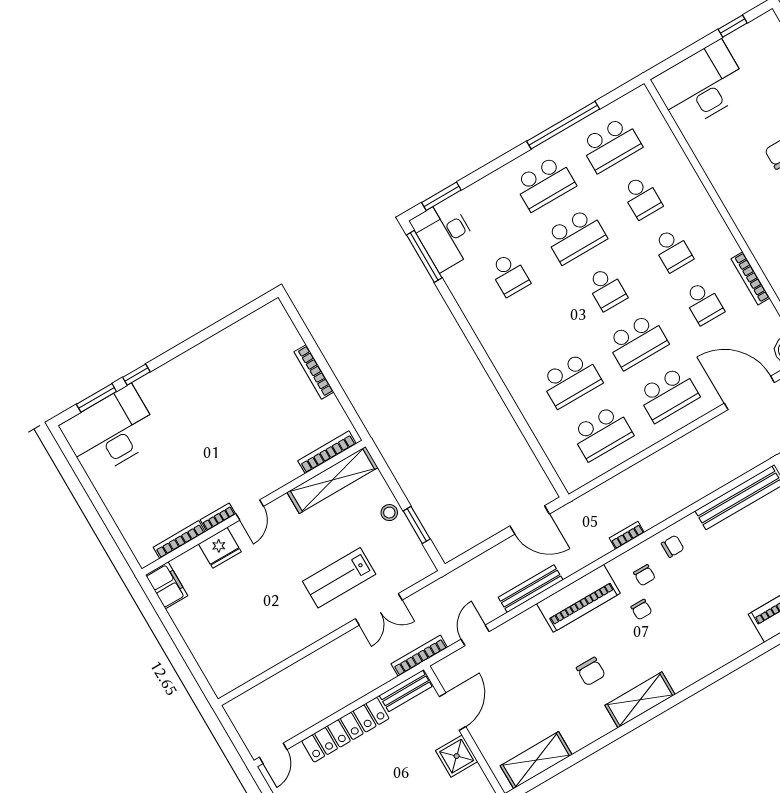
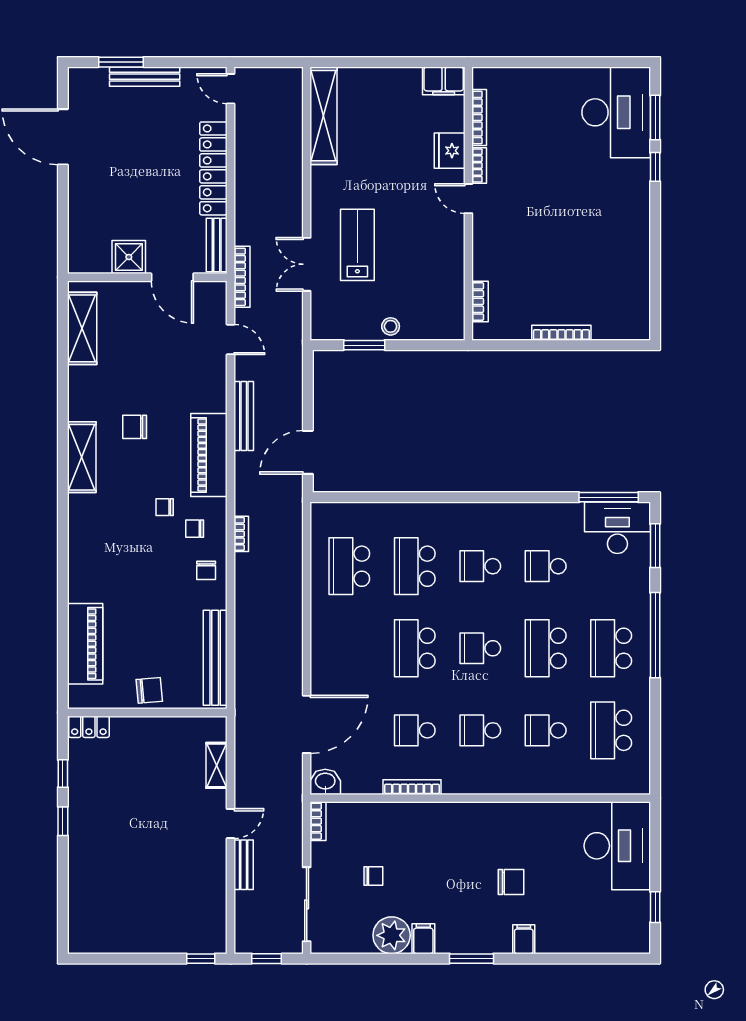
window: (563, 125) -> (655, 635), moved
school desk: (668, 394) -> (480, 566), moved, width x0.54
bookcase: (327, 452) -> (480, 301), width x0.64
shelving: (332, 480) -> (324, 116), moved

